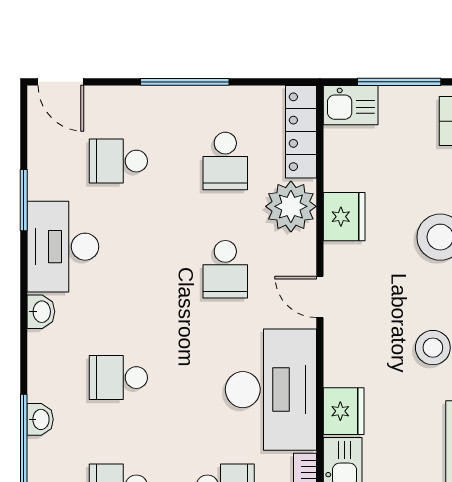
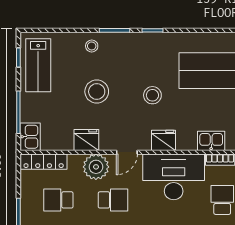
school desk: (225, 161) -> (58, 200), turned 180
plant: (291, 206) -> (96, 167), moved
fridge: (344, 411) -> (164, 140), moved

